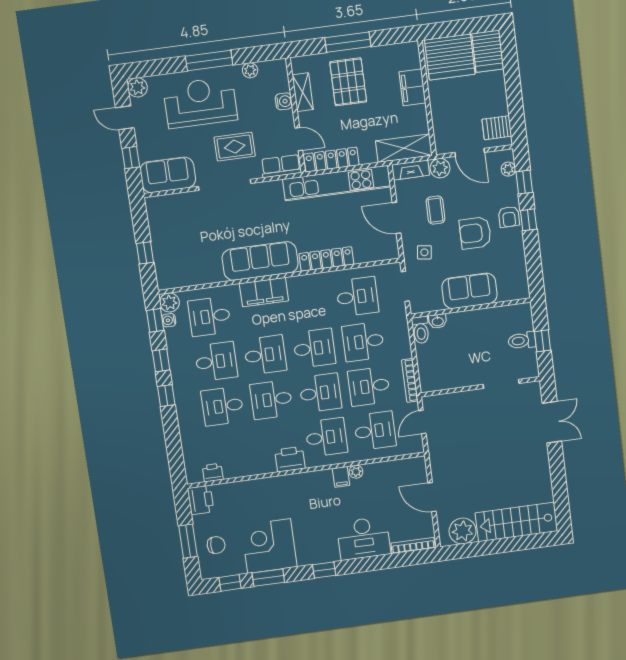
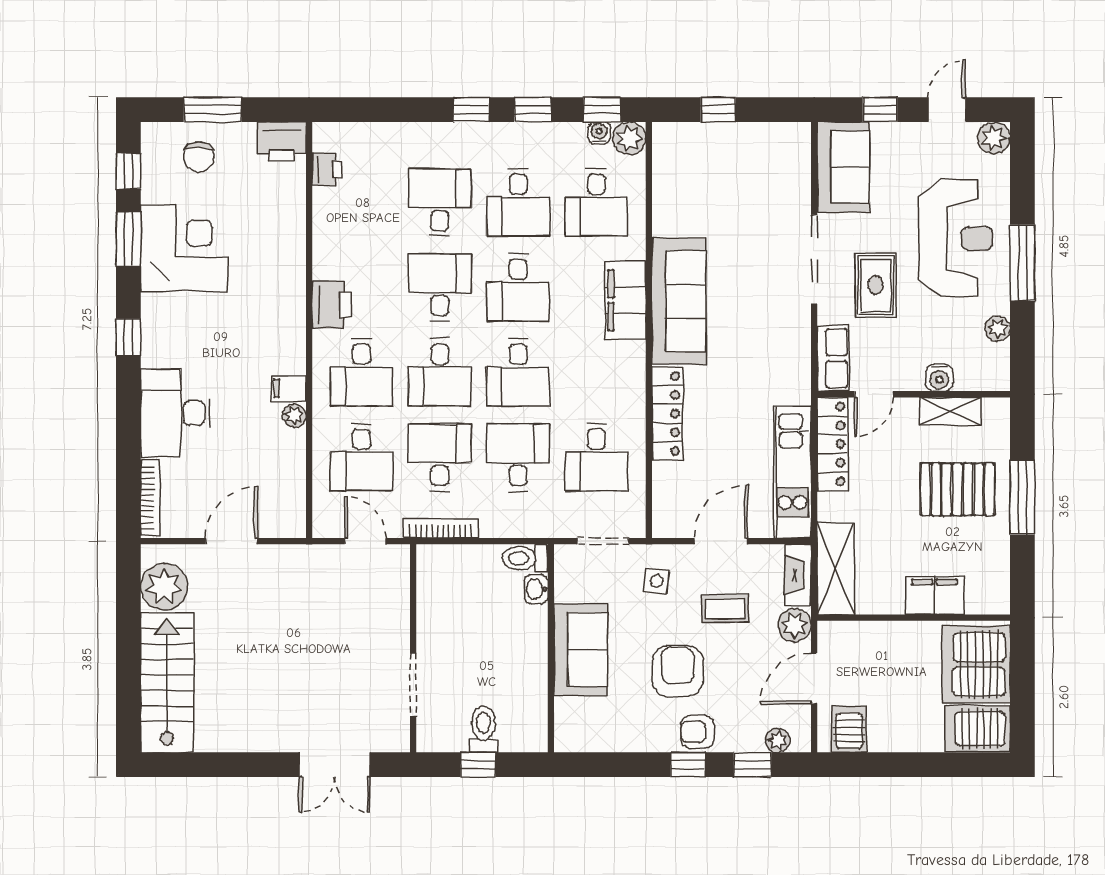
kitchen unit: (337, 183) -> (792, 472), width x0.73
desk: (210, 316) -> (596, 202), turned 180

